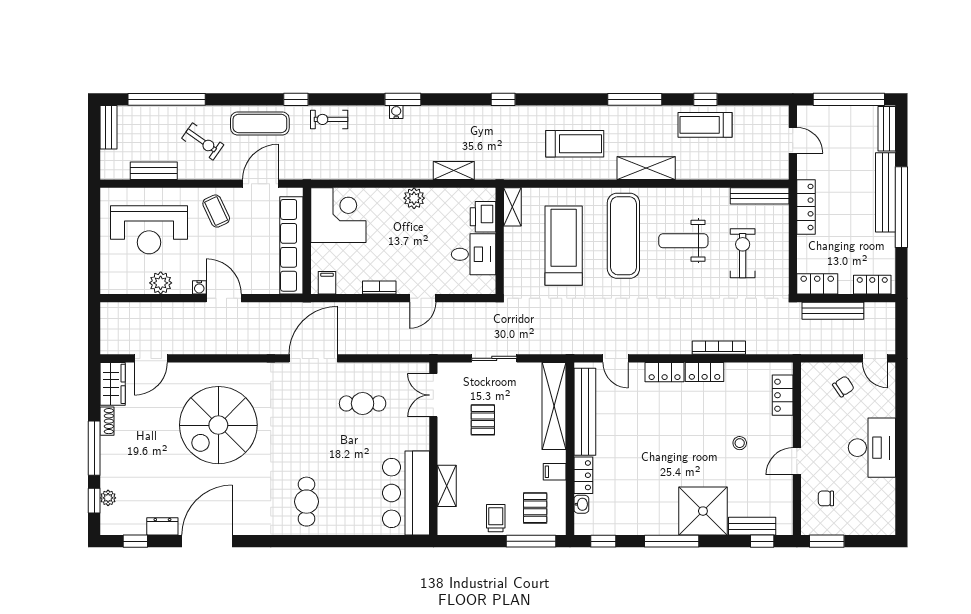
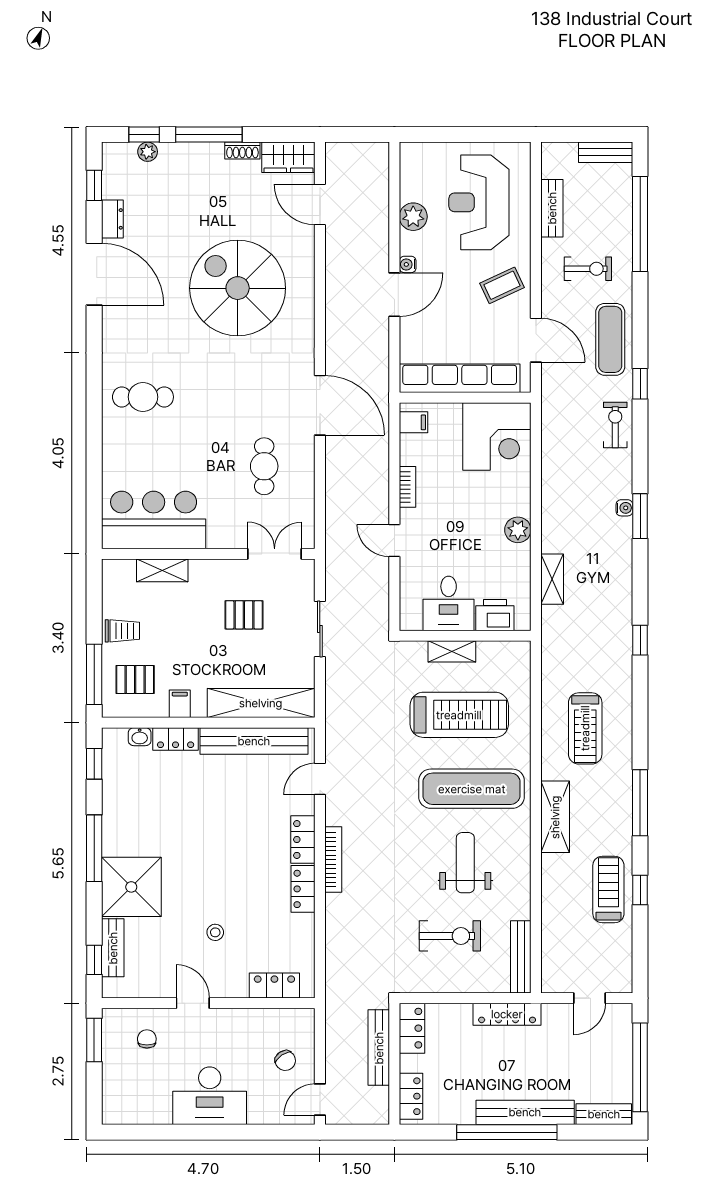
exercise bike: (203, 142) -> (588, 269), turned -125
shelving: (512, 207) -> (452, 651), moved
bookcase: (719, 348) -> (333, 860), moved

